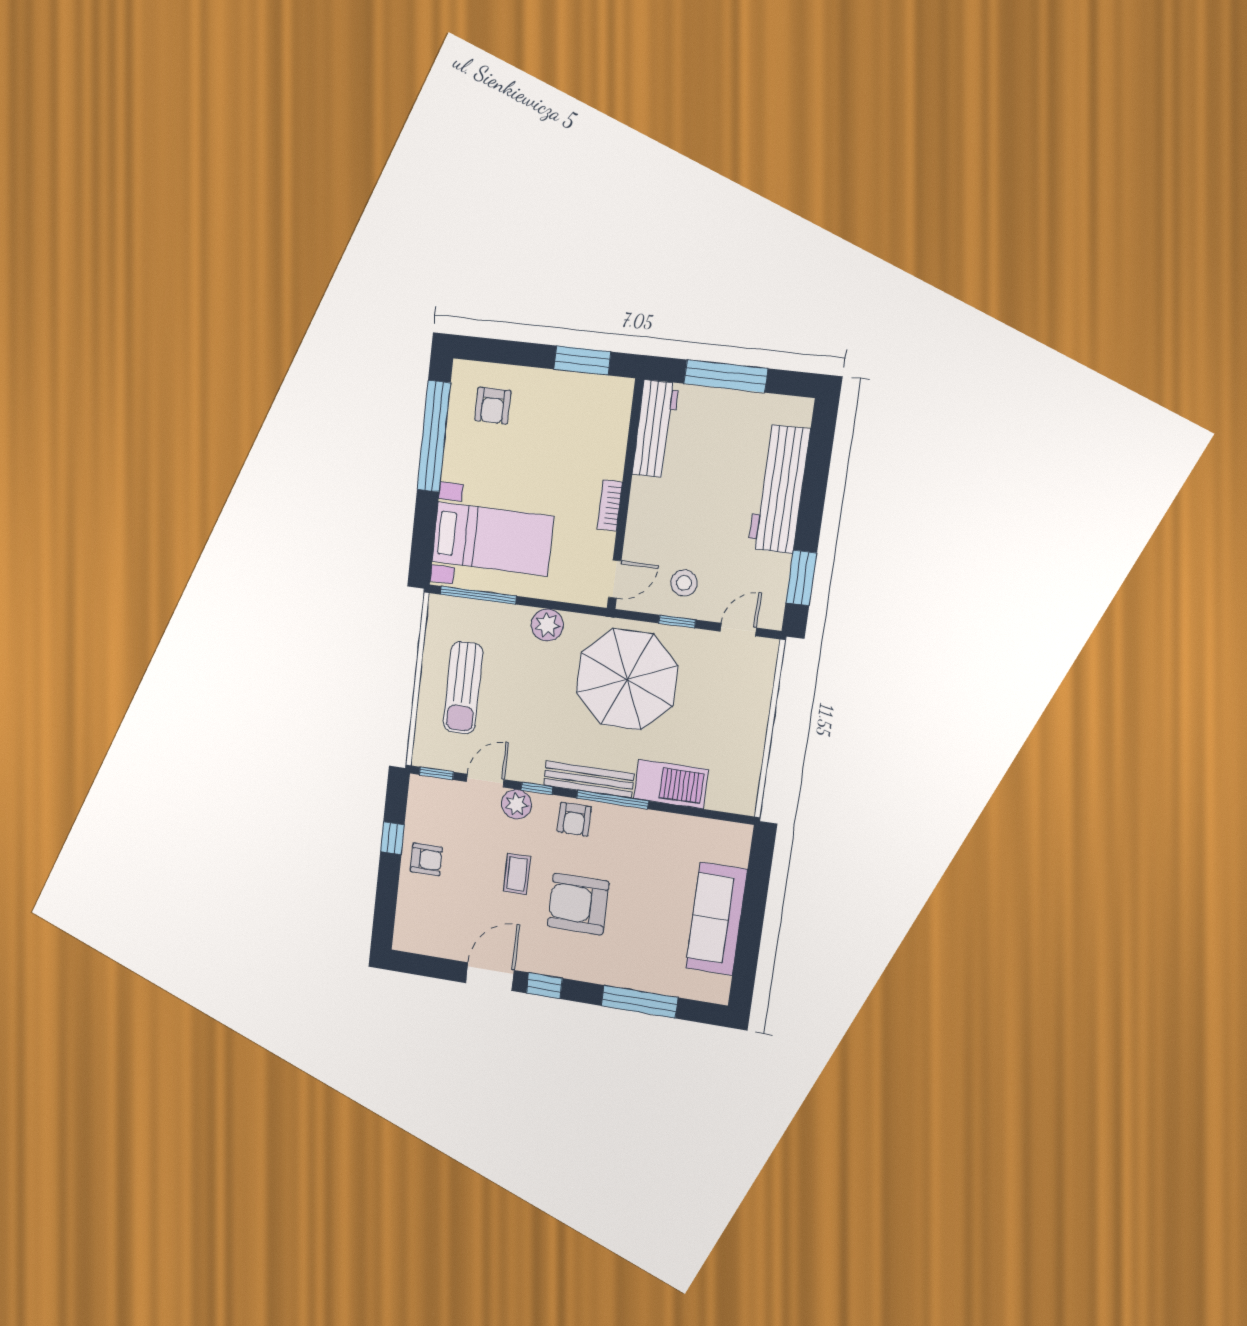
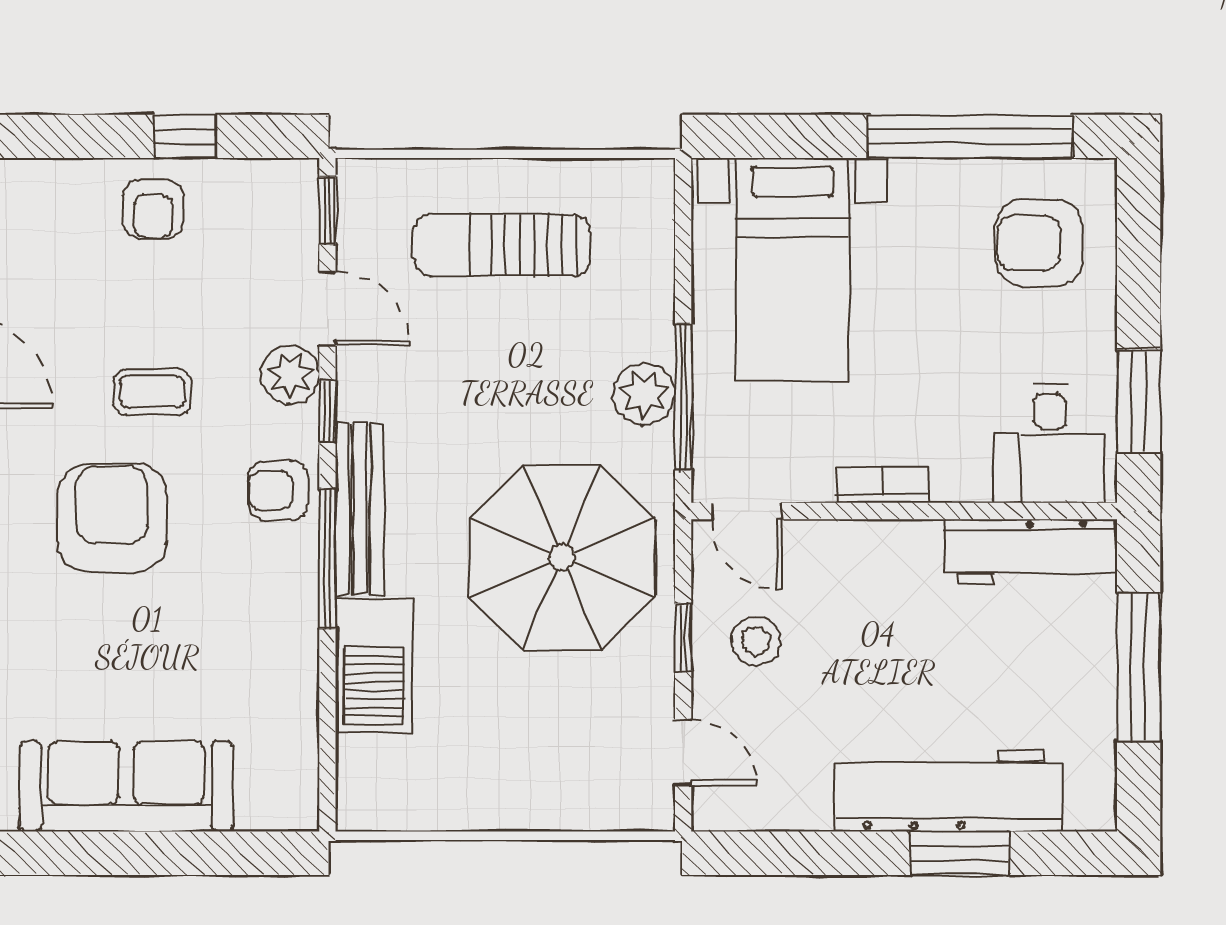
armchair: (493, 406) -> (1039, 243), width x1.38, depth x1.38
desk: (599, 412) -> (1049, 443), added
window: (801, 578) -> (960, 853), moved
window: (478, 595) -> (683, 397), moved

